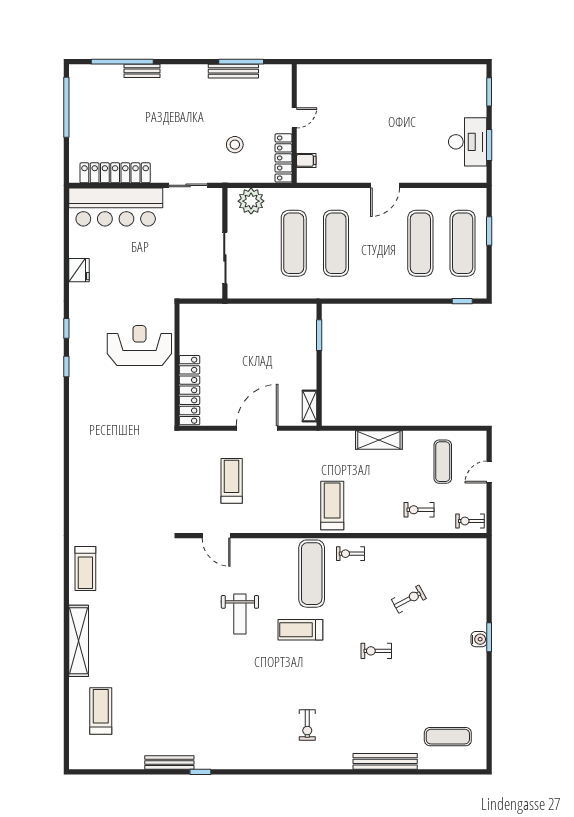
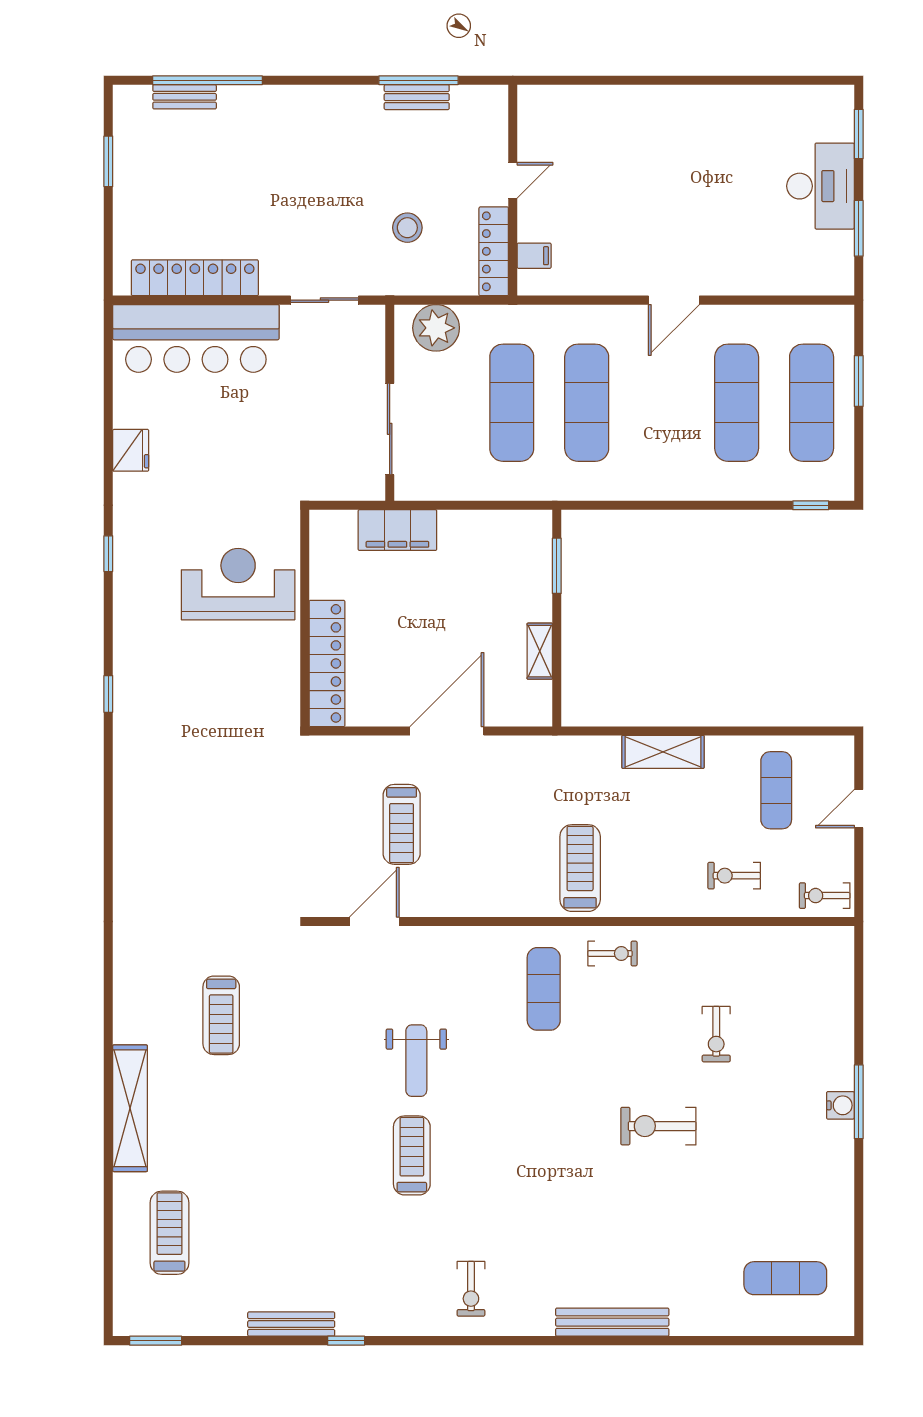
bench: (142, 71) -> (185, 97), moved
bench: (233, 71) -> (417, 97), width x0.73
window: (66, 107) -> (108, 161), width x0.47
desk: (468, 142) -> (820, 186), moved
filing cabinet: (229, 315) -> (397, 530), added
window: (66, 367) -> (108, 694), moved
shelving: (309, 406) -> (540, 651), moved
treadmill: (232, 481) -> (402, 824), turned 180
door: (216, 536) -> (374, 922), swing flipped
exercise bike: (350, 554) -> (612, 953), turned 180
treadmill: (85, 568) -> (221, 1015), moved
exercise mat: (312, 574) -> (544, 989), width x0.73, depth x0.69
exercise bike: (409, 599) -> (716, 1034), turned 118
treadmill: (300, 630) -> (412, 1155), moved, turned 90
window: (489, 637) -> (859, 1102), width x1.44
exercise bike: (376, 651) -> (658, 1126), width x1.38, depth x1.39
exercise bike: (307, 725) -> (471, 1289), moved
bench: (385, 761) -> (612, 1322), moved
window: (93, 772) -> (156, 1341), added

